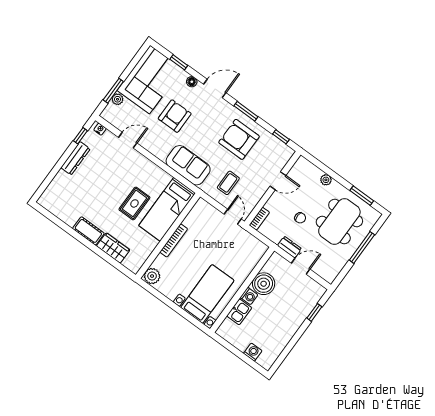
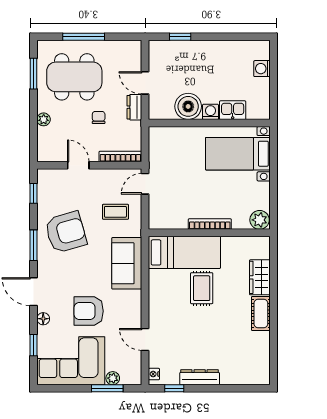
armchair: (239, 139) -> (66, 232), turned -106
rug: (134, 203) -> (202, 288), turned 90
bookcase: (259, 219) -> (120, 156), width x1.56

